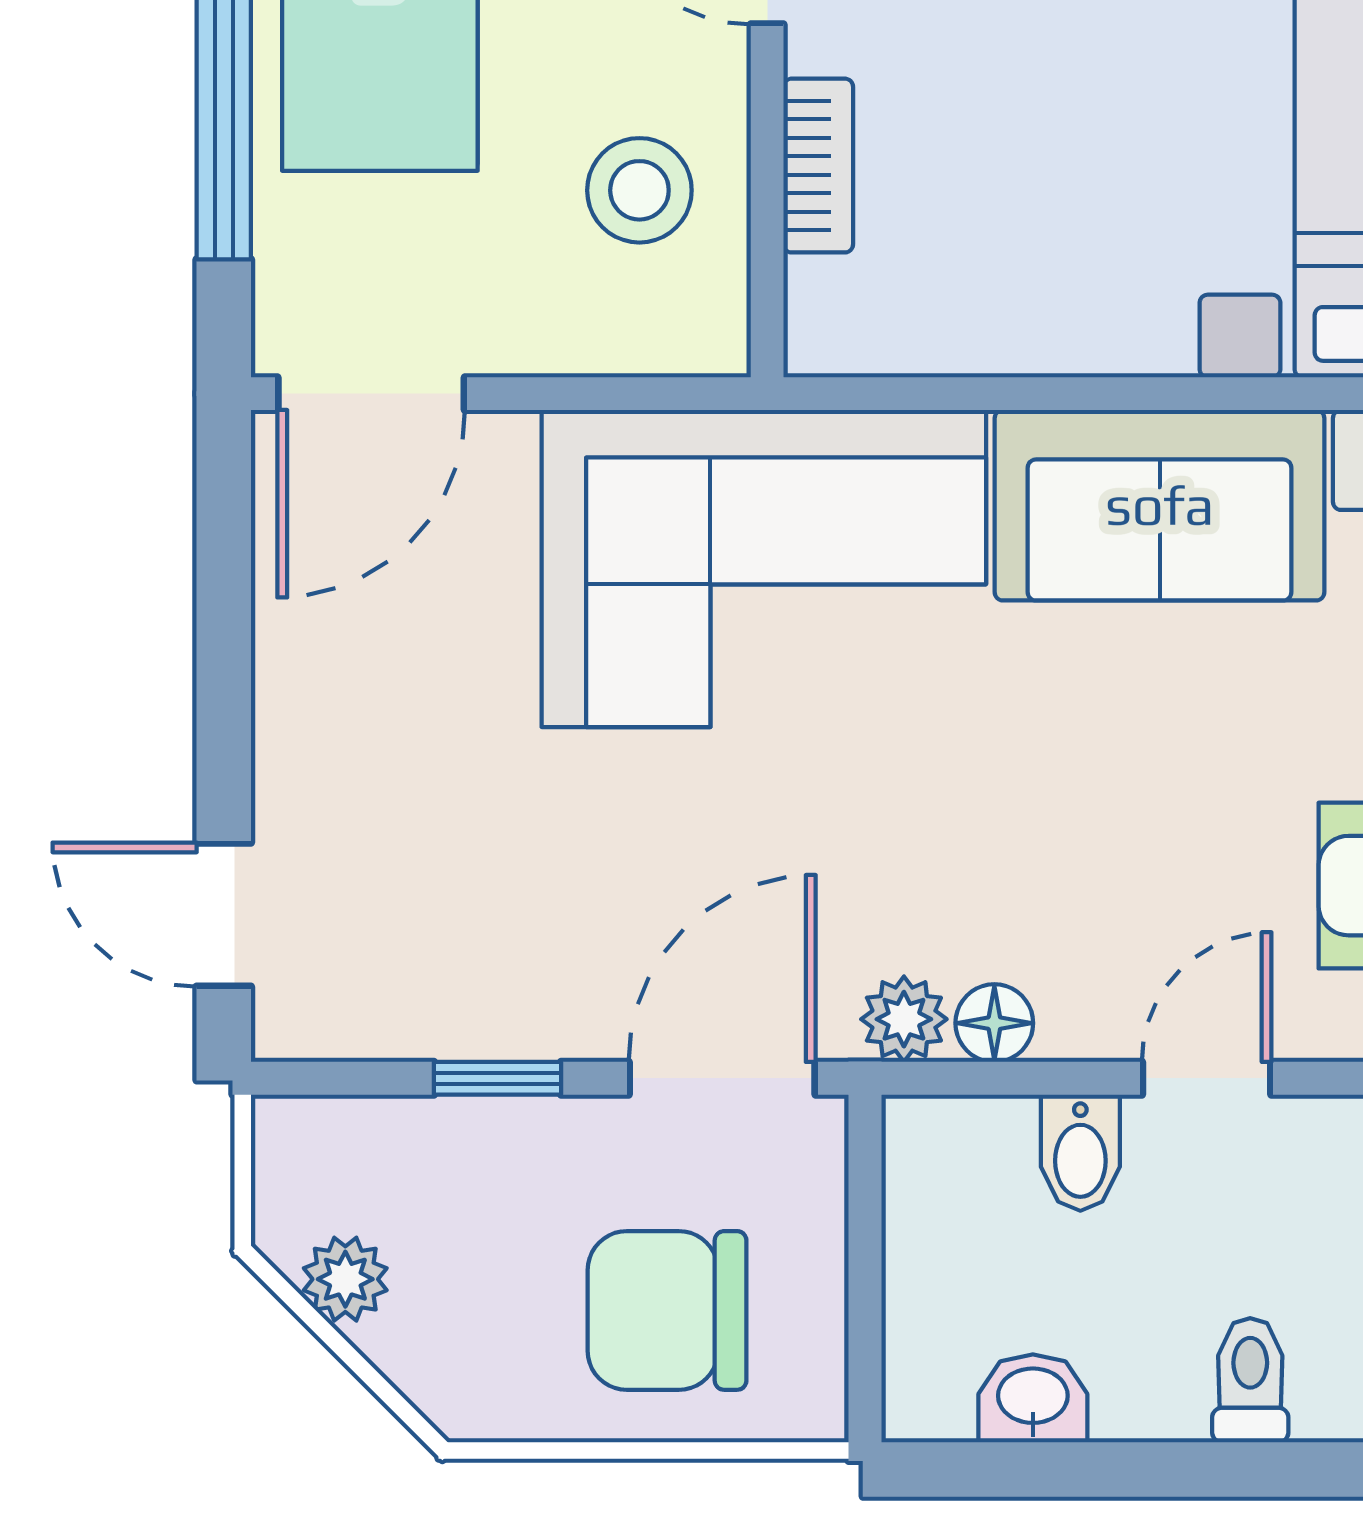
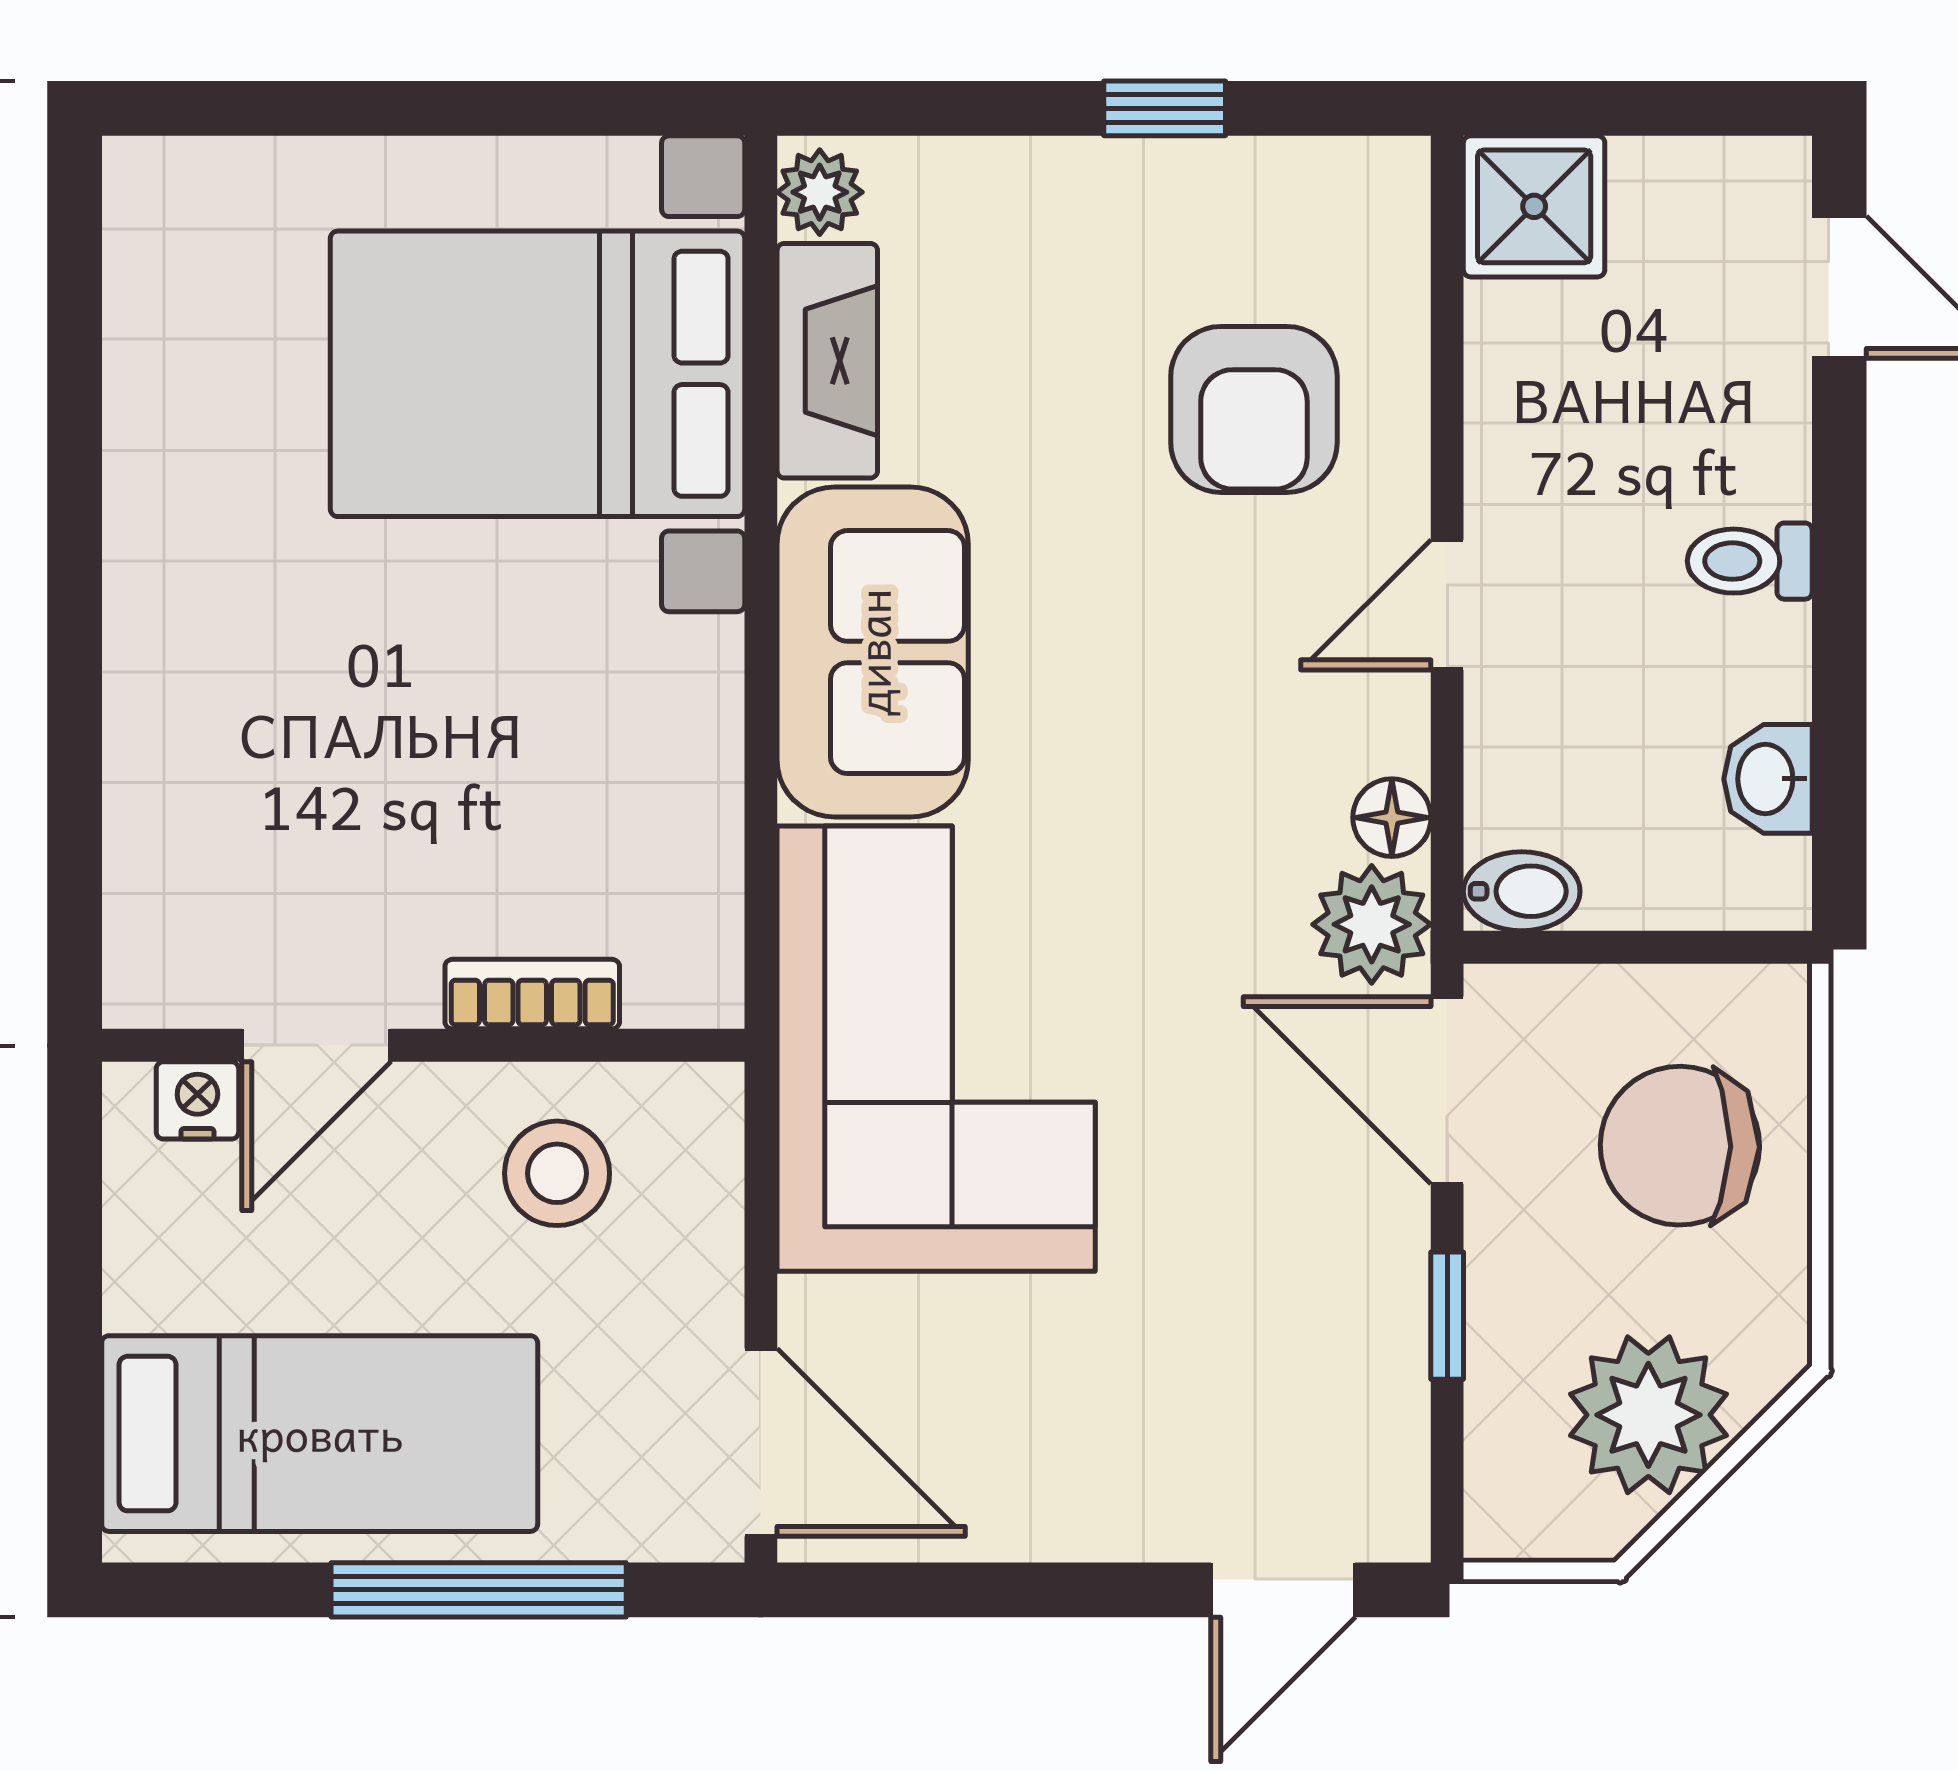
plant: (904, 1019) -> (1372, 924), width x1.38, depth x1.38
door: (1207, 1078) -> (1447, 605), hinge flipped
bidet: (1080, 1153) -> (1522, 891), moved
plant: (345, 1279) -> (1648, 1415), width x1.88, depth x1.88
chair: (667, 1310) -> (1680, 1146), turned 91

